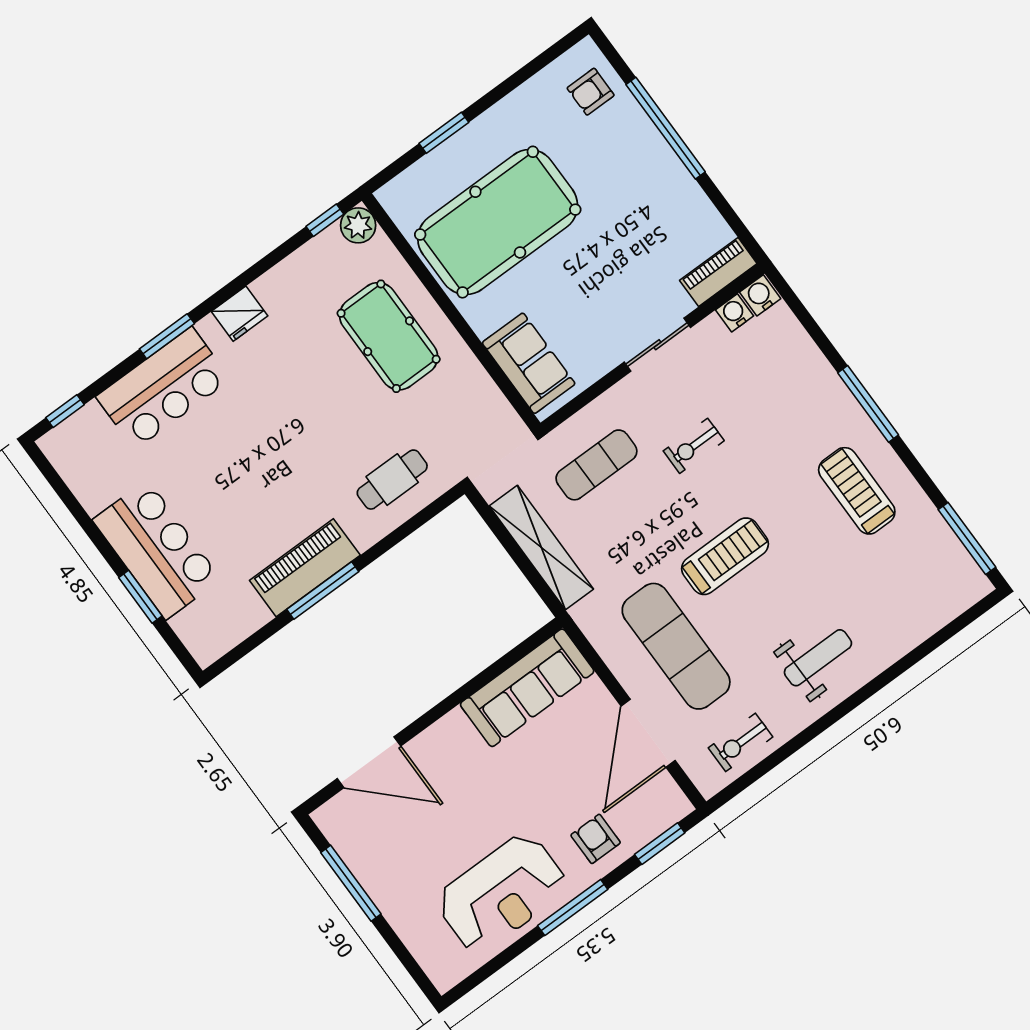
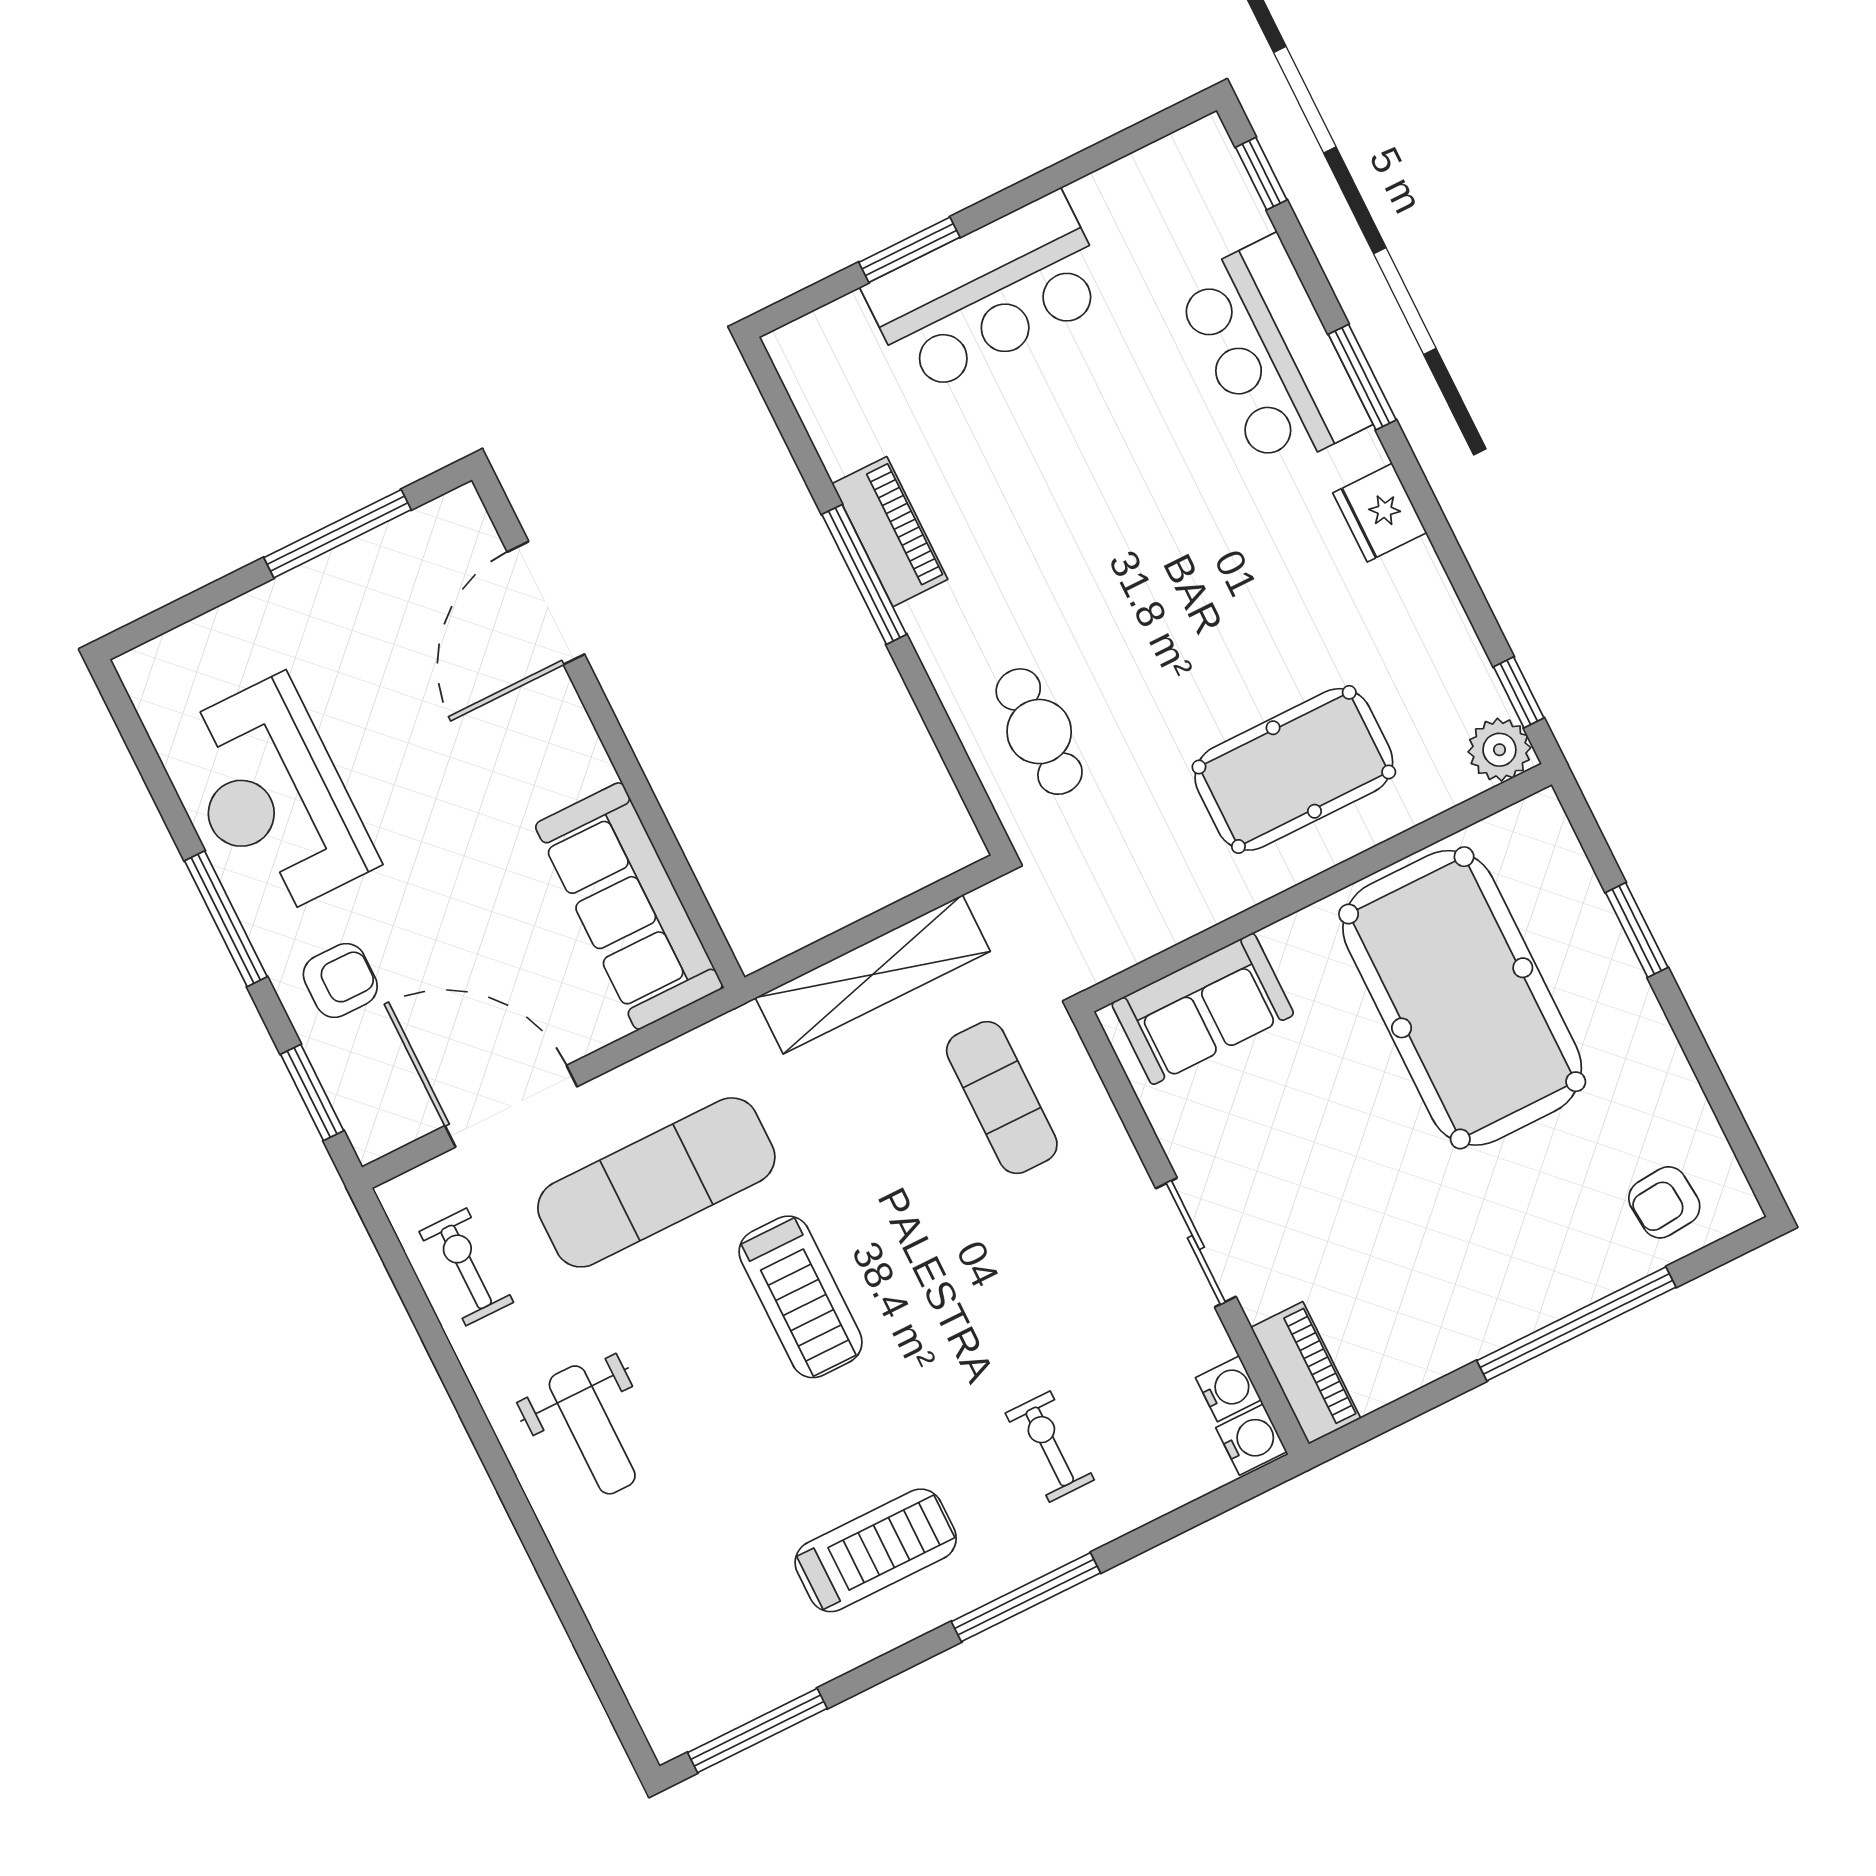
armchair: (591, 92) -> (1664, 1202), turned -95
exercise bike: (694, 446) -> (1050, 1447), moved
piano: (305, 568) -> (890, 532), width x0.73, depth x0.75

